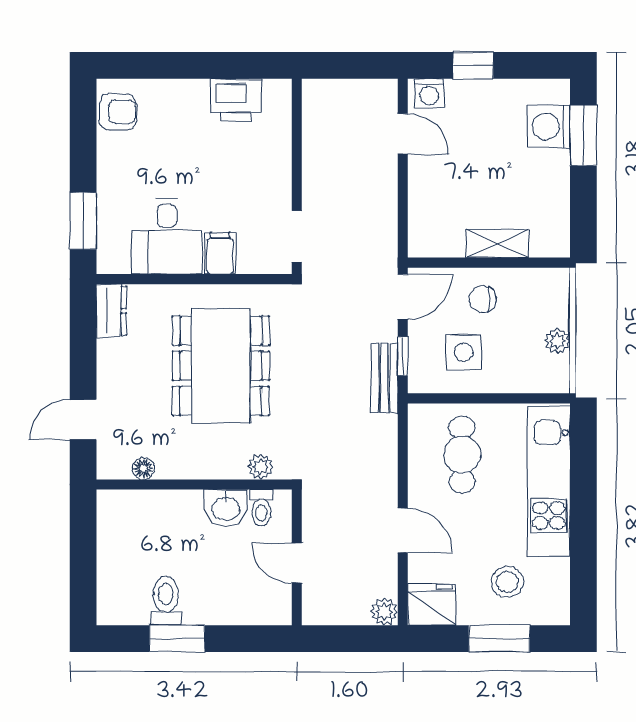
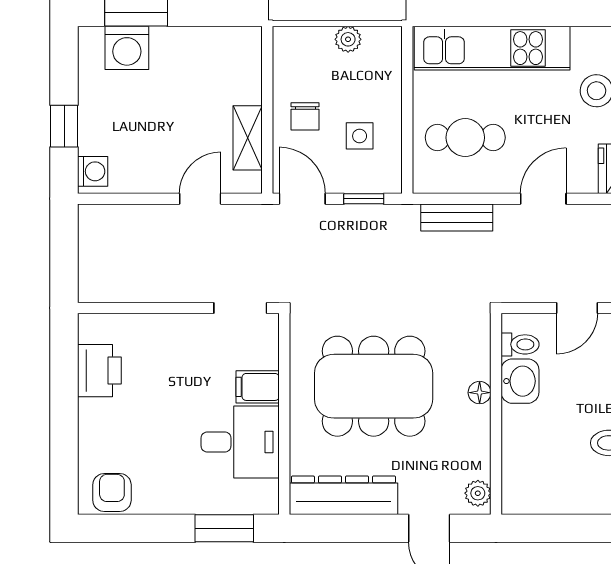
door: (403, 134) -> (200, 199), moved
shelving: (497, 244) -> (248, 138), moved
dresser: (111, 311) -> (343, 495), width x1.96, depth x1.24
side table: (464, 352) -> (360, 136), width x0.73, depth x0.73
bench: (384, 378) -> (457, 217), moved
plant: (261, 467) -> (478, 493), moved
floor lamp: (143, 469) -> (480, 393), moved

